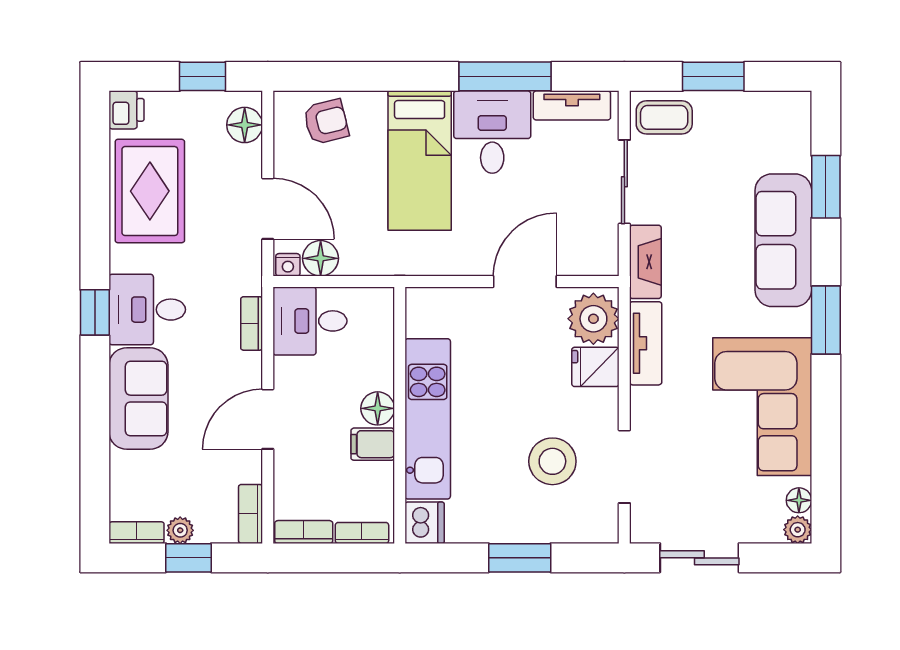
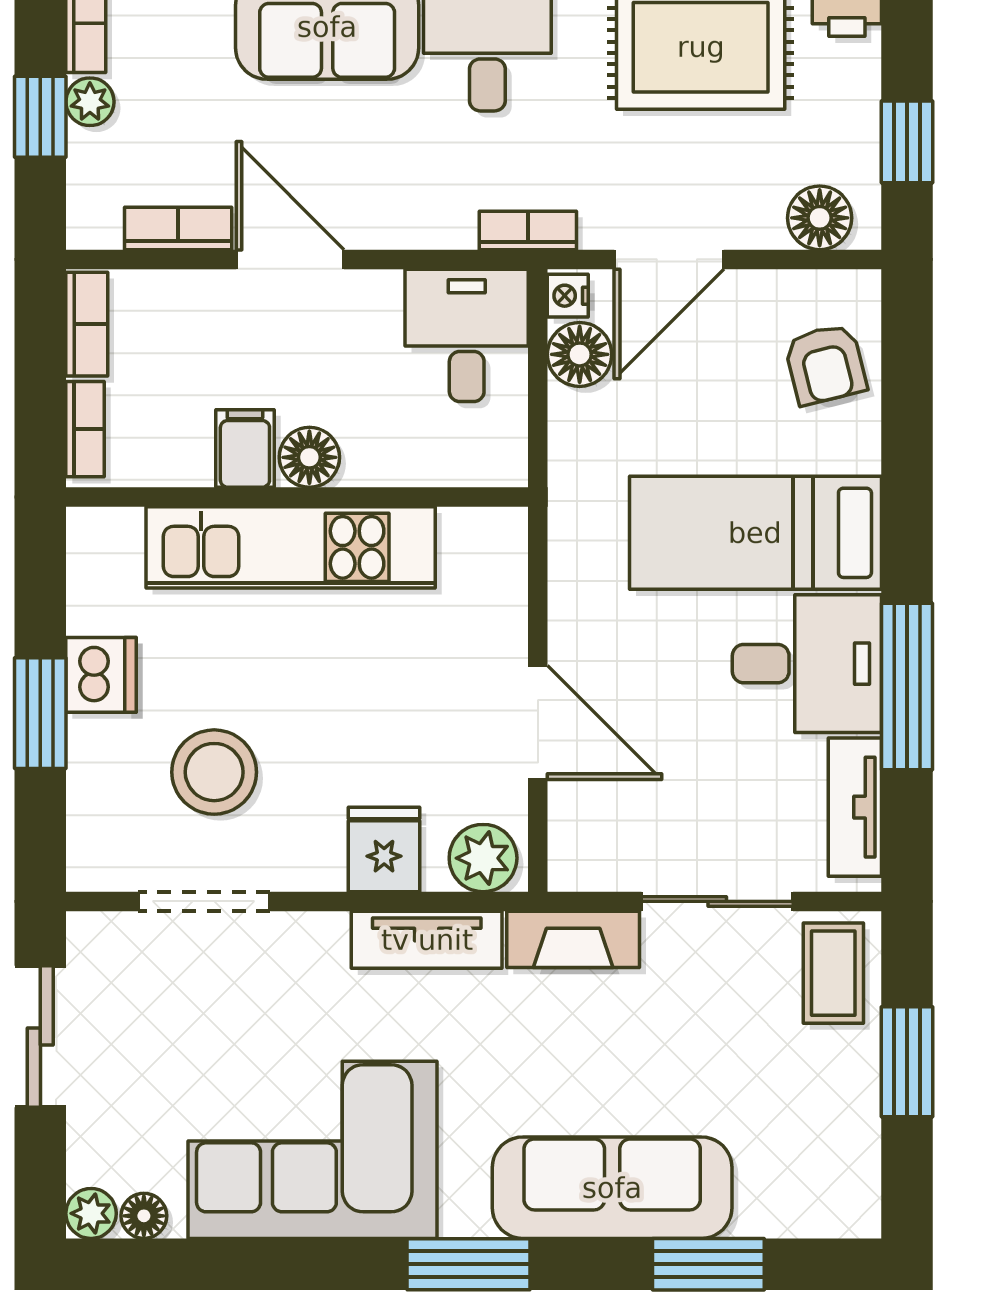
plant: (593, 319) -> (483, 858), width x0.73, depth x0.73
bookcase: (252, 323) -> (528, 230), moved
bookcase: (251, 514) -> (178, 228), moved
dishwasher: (425, 523) -> (101, 675), moved, turned -90

